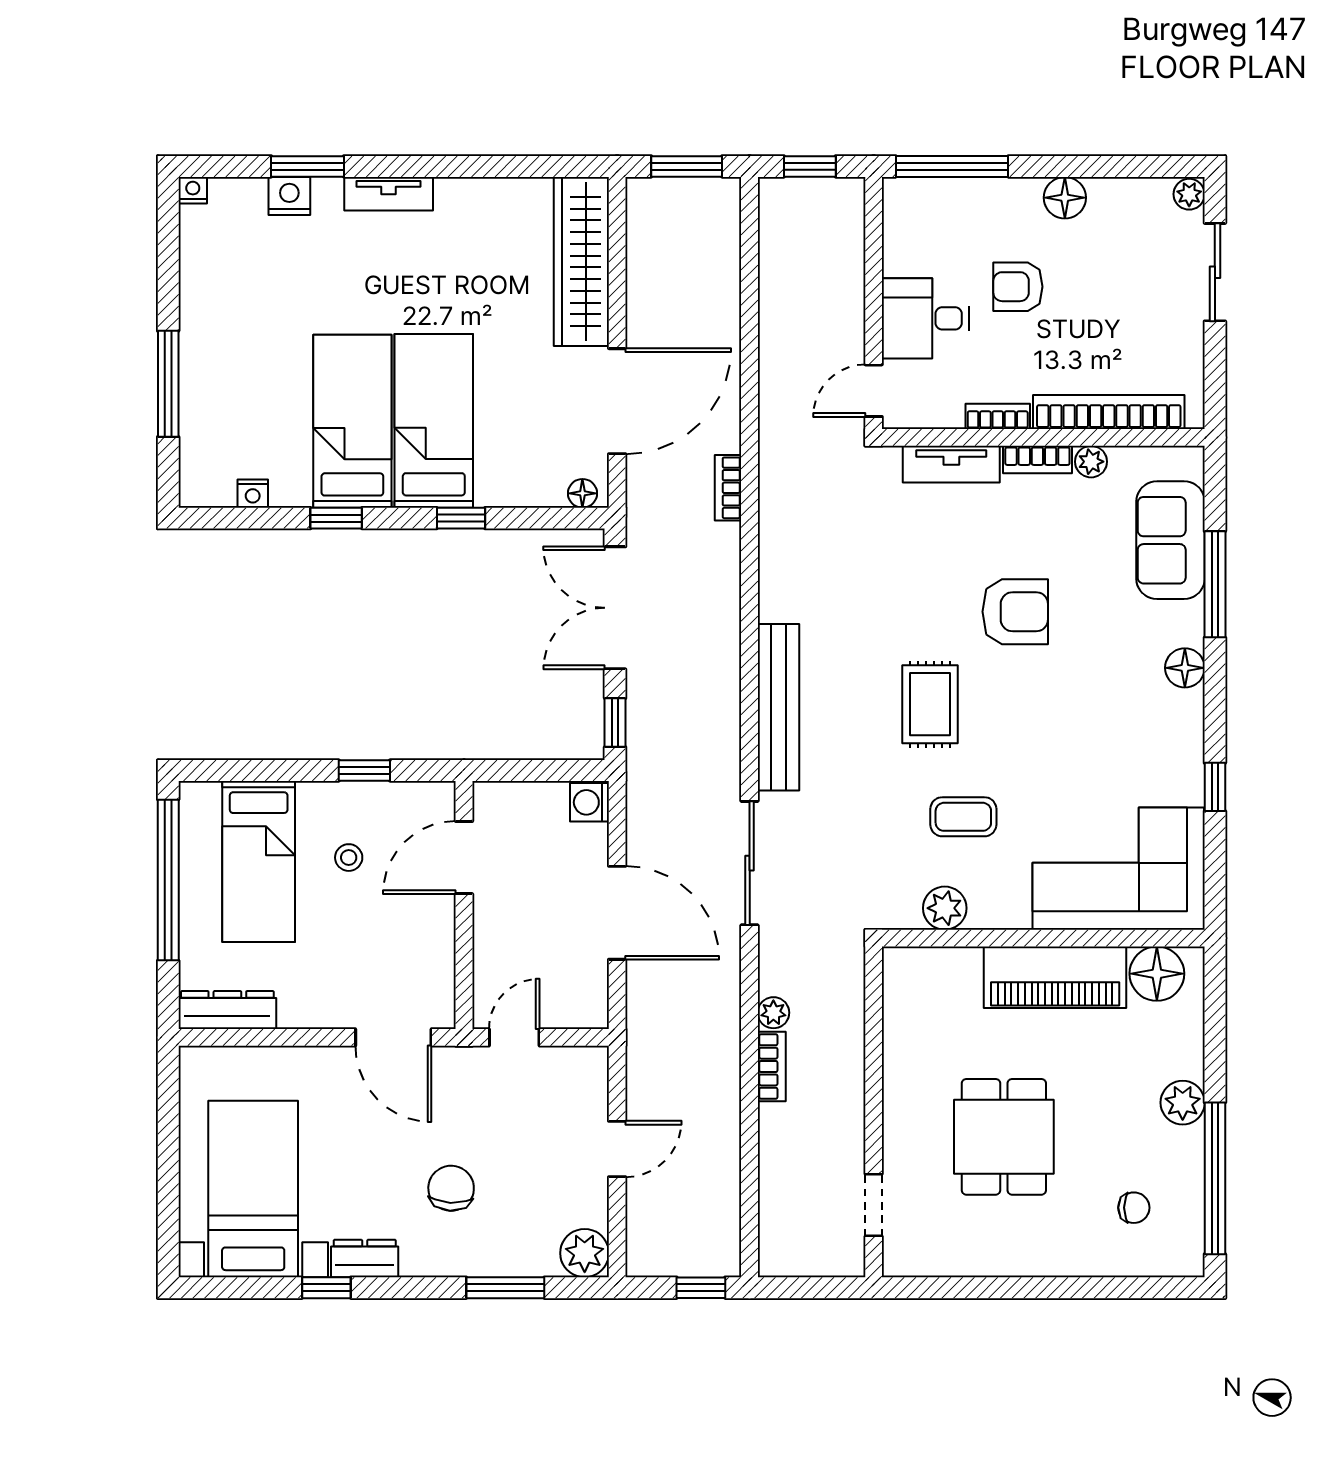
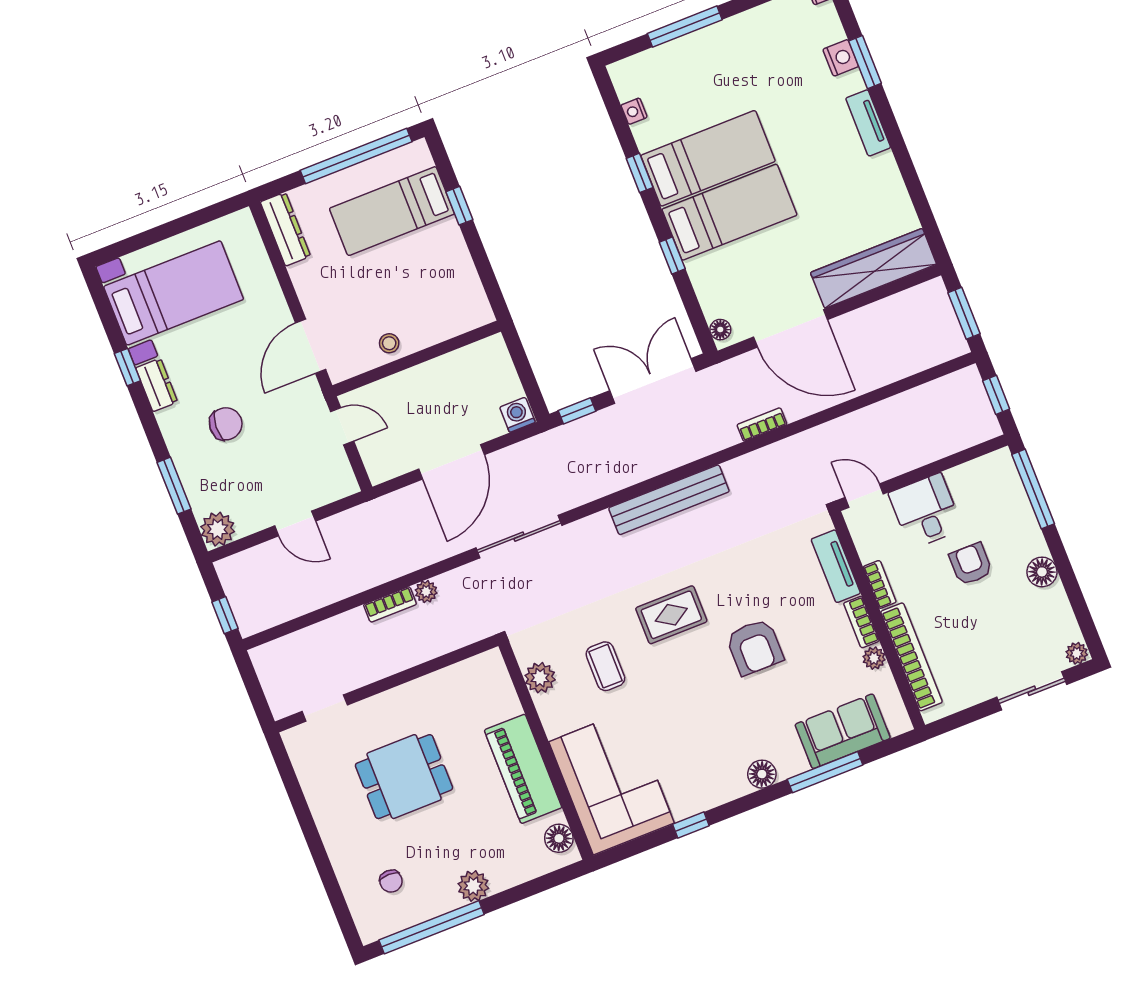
bench: (779, 707) -> (669, 500), moved
window: (364, 771) -> (459, 206), moved
stool: (349, 858) -> (389, 343), moved
door: (464, 858) -> (448, 346), removed
floor lamp: (1157, 974) -> (559, 838), width x0.73, depth x0.73

